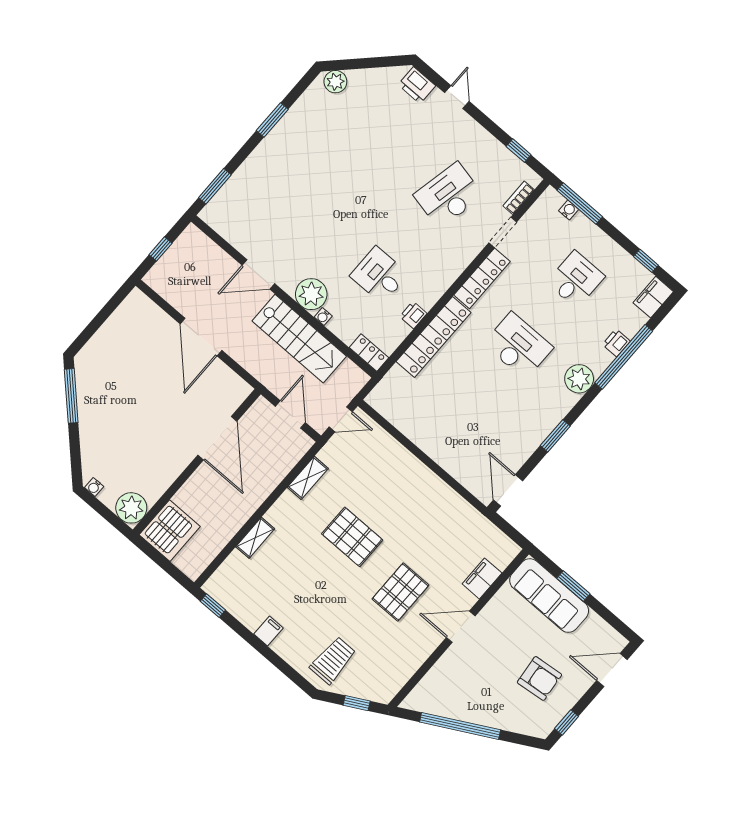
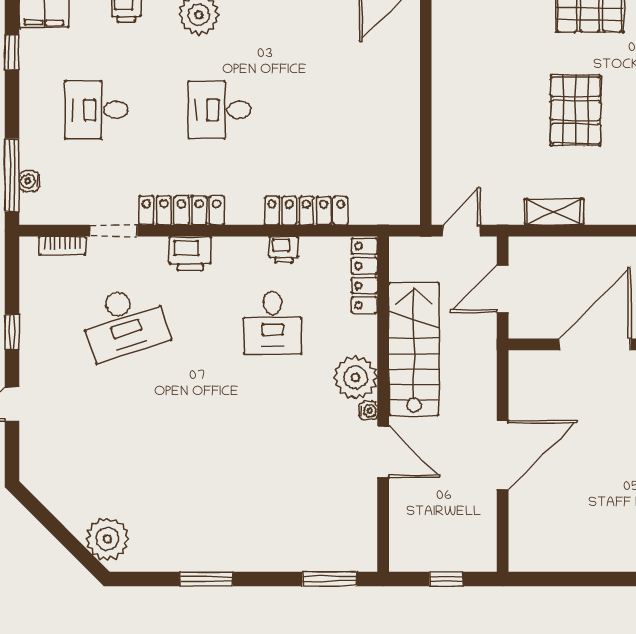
plant: (335, 82) -> (107, 539), width x1.36, depth x1.36
printer: (417, 85) -> (190, 253), moved, turned 90
window: (519, 151) -> (12, 332), moved
desk: (448, 195) -> (124, 323), turned -30
water cooler: (323, 317) -> (368, 411), moved
locker: (434, 337) -> (306, 211), width x0.71, depth x0.83
desk: (518, 346) -> (220, 110), width x0.73
locker: (369, 353) -> (364, 276), width x1.53
door: (341, 419) -> (461, 231), hinge flipped

